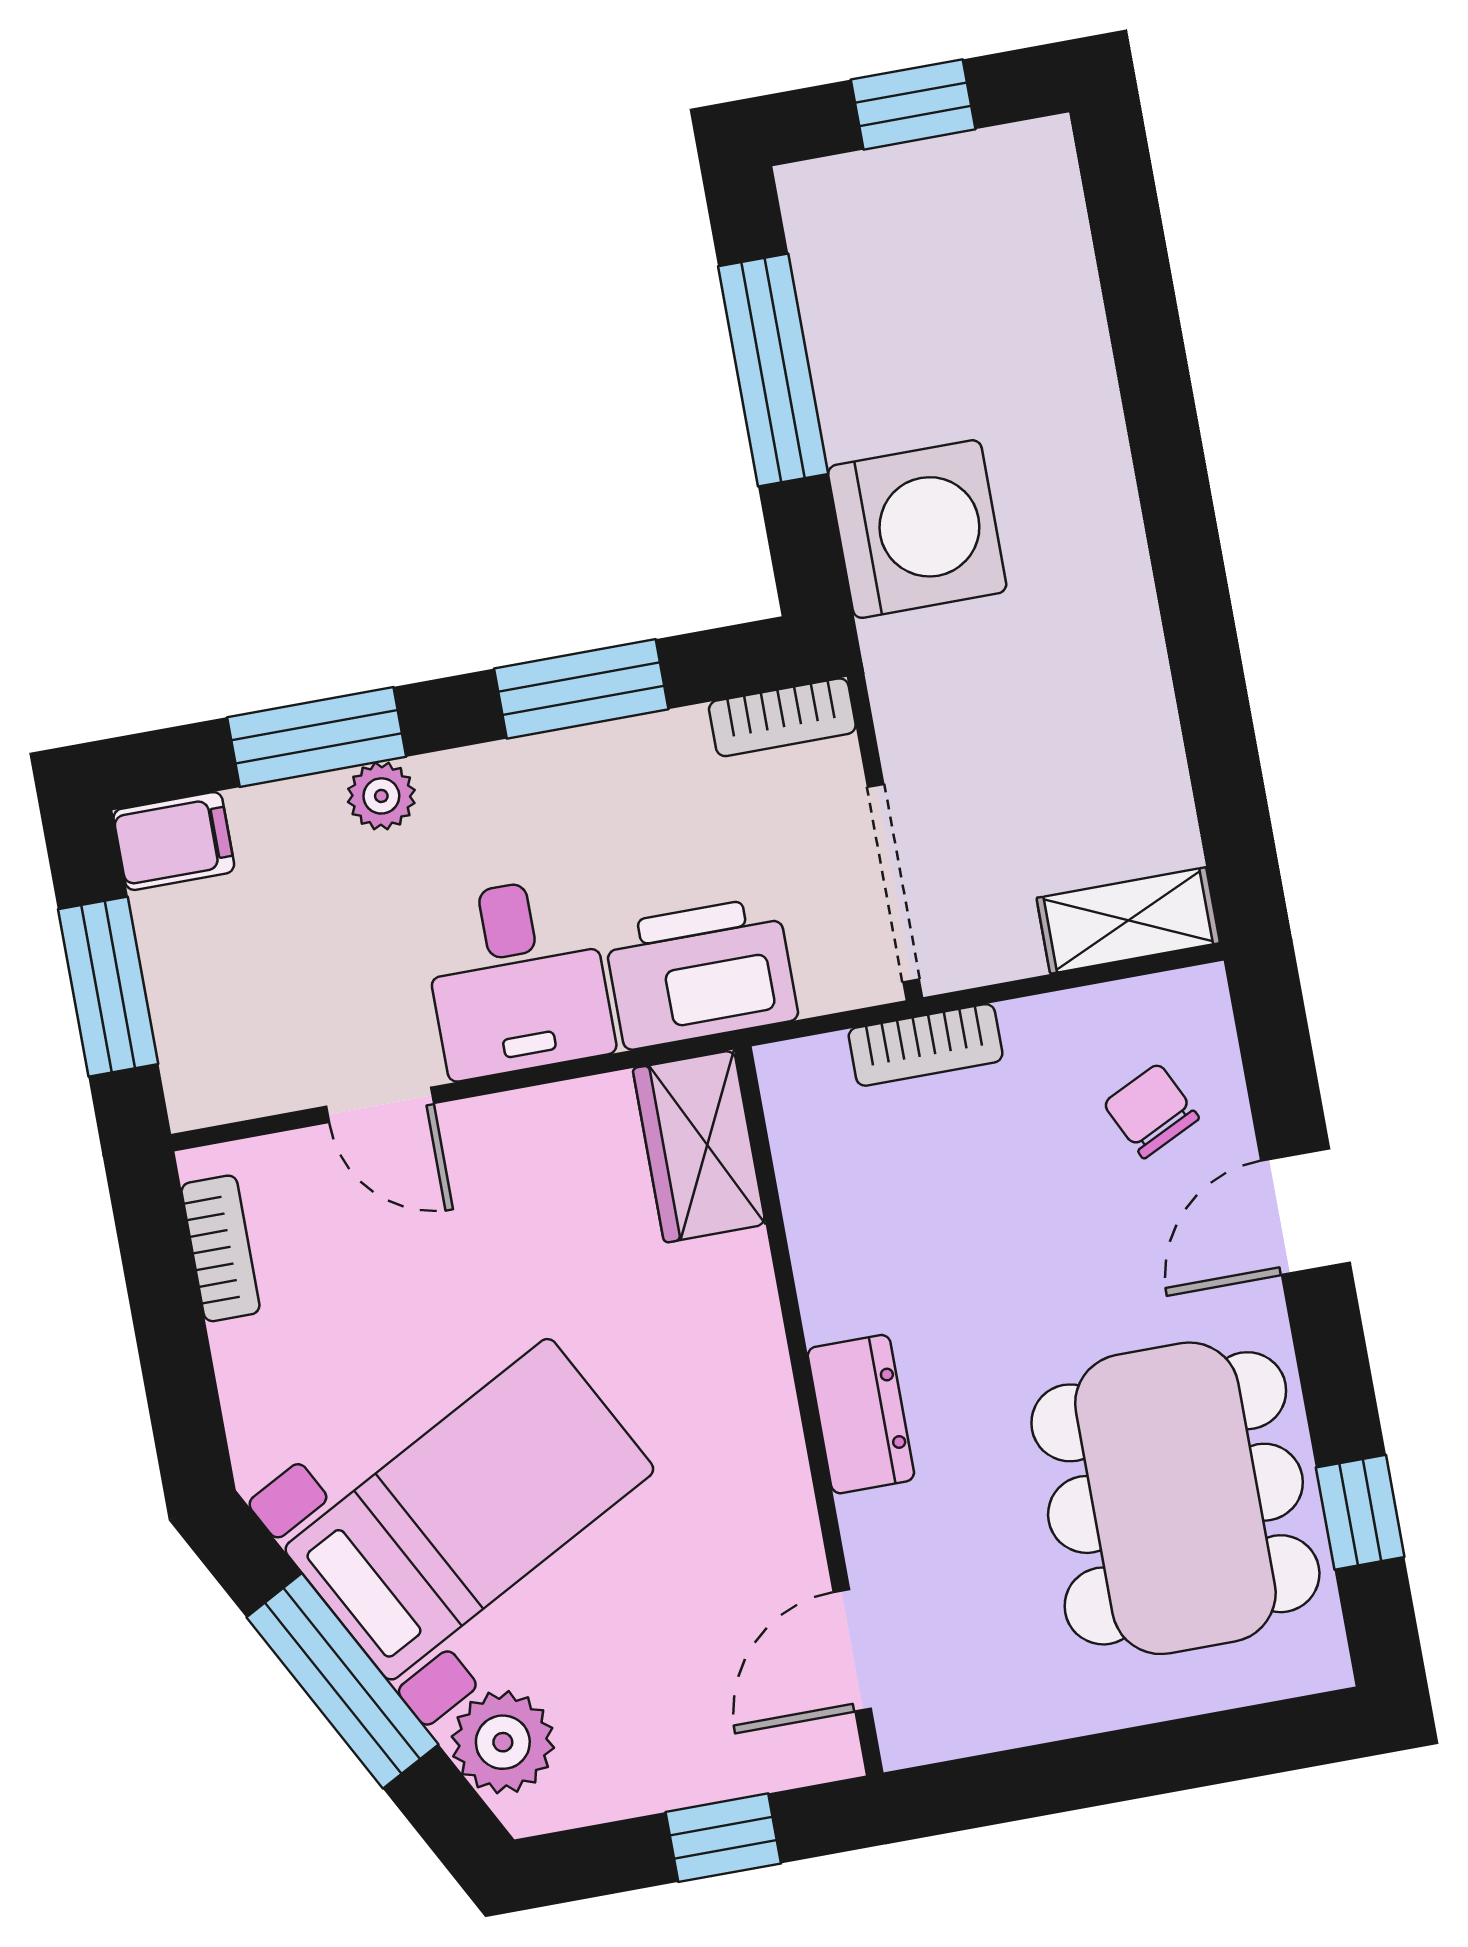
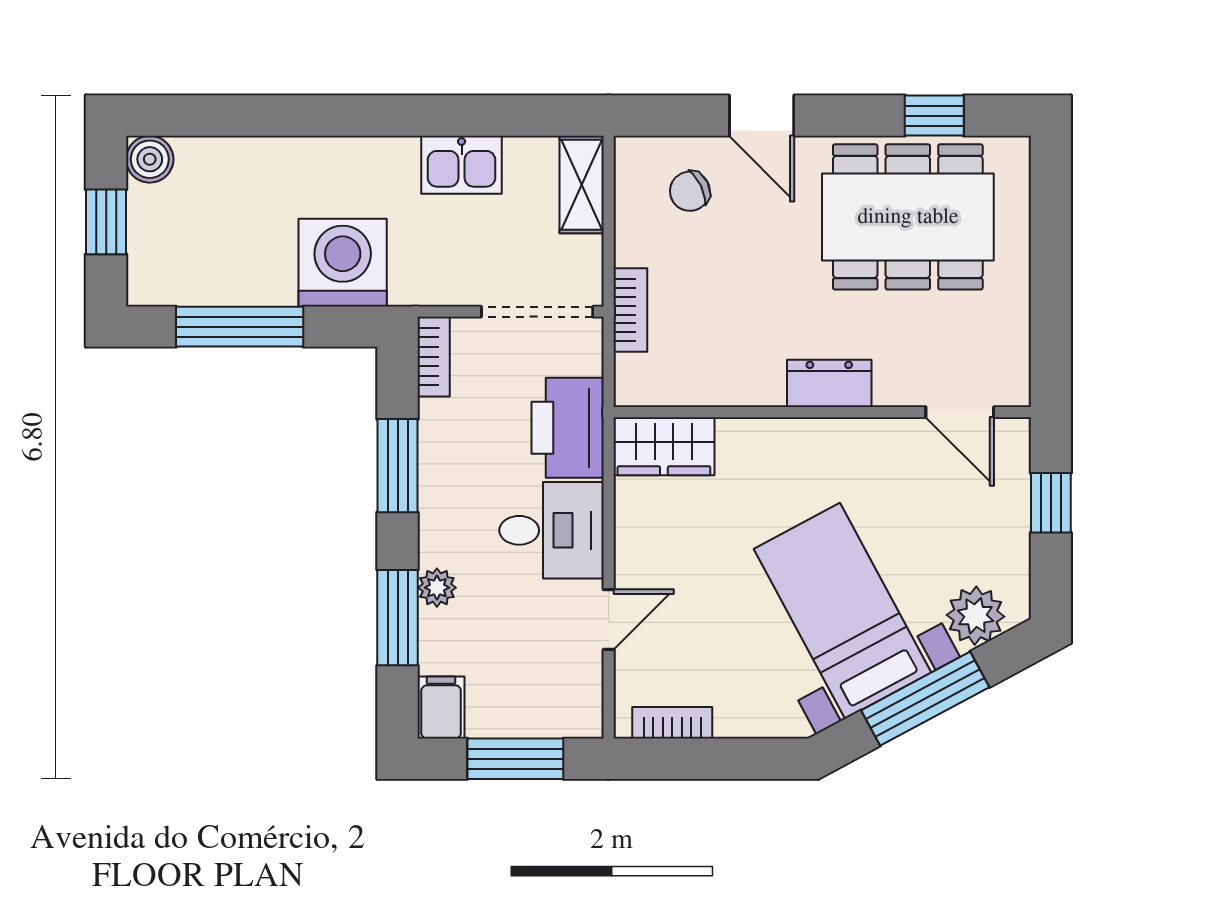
boiler: (1036, 161) -> (150, 159), added
kitchen sink: (1125, 705) -> (462, 165), added

